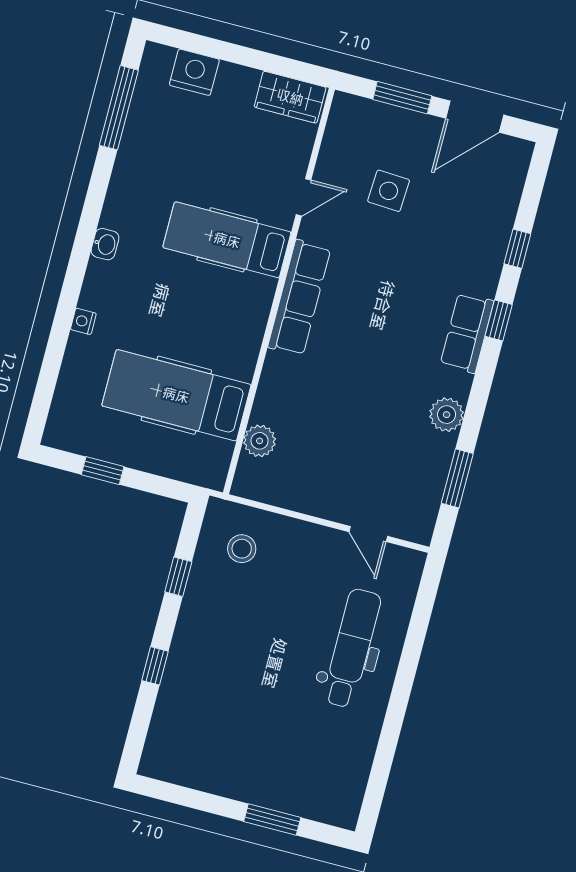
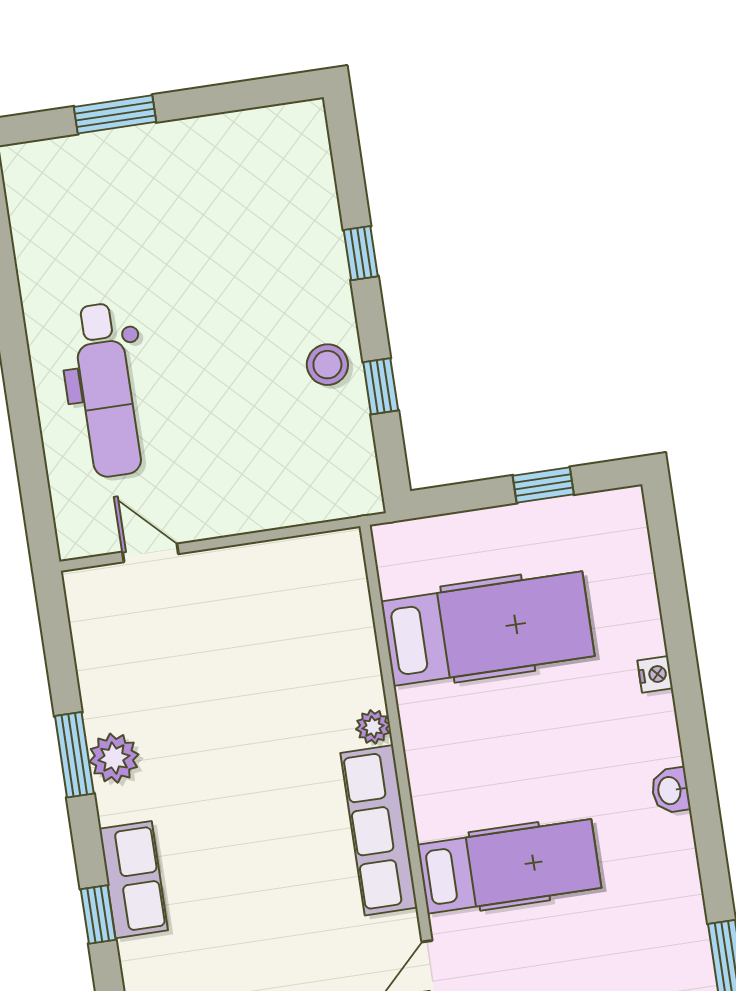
plant: (260, 441) -> (373, 727), moved, width x0.73, depth x0.73
window: (457, 478) -> (74, 755), moved
stool: (242, 549) -> (327, 365), moved

